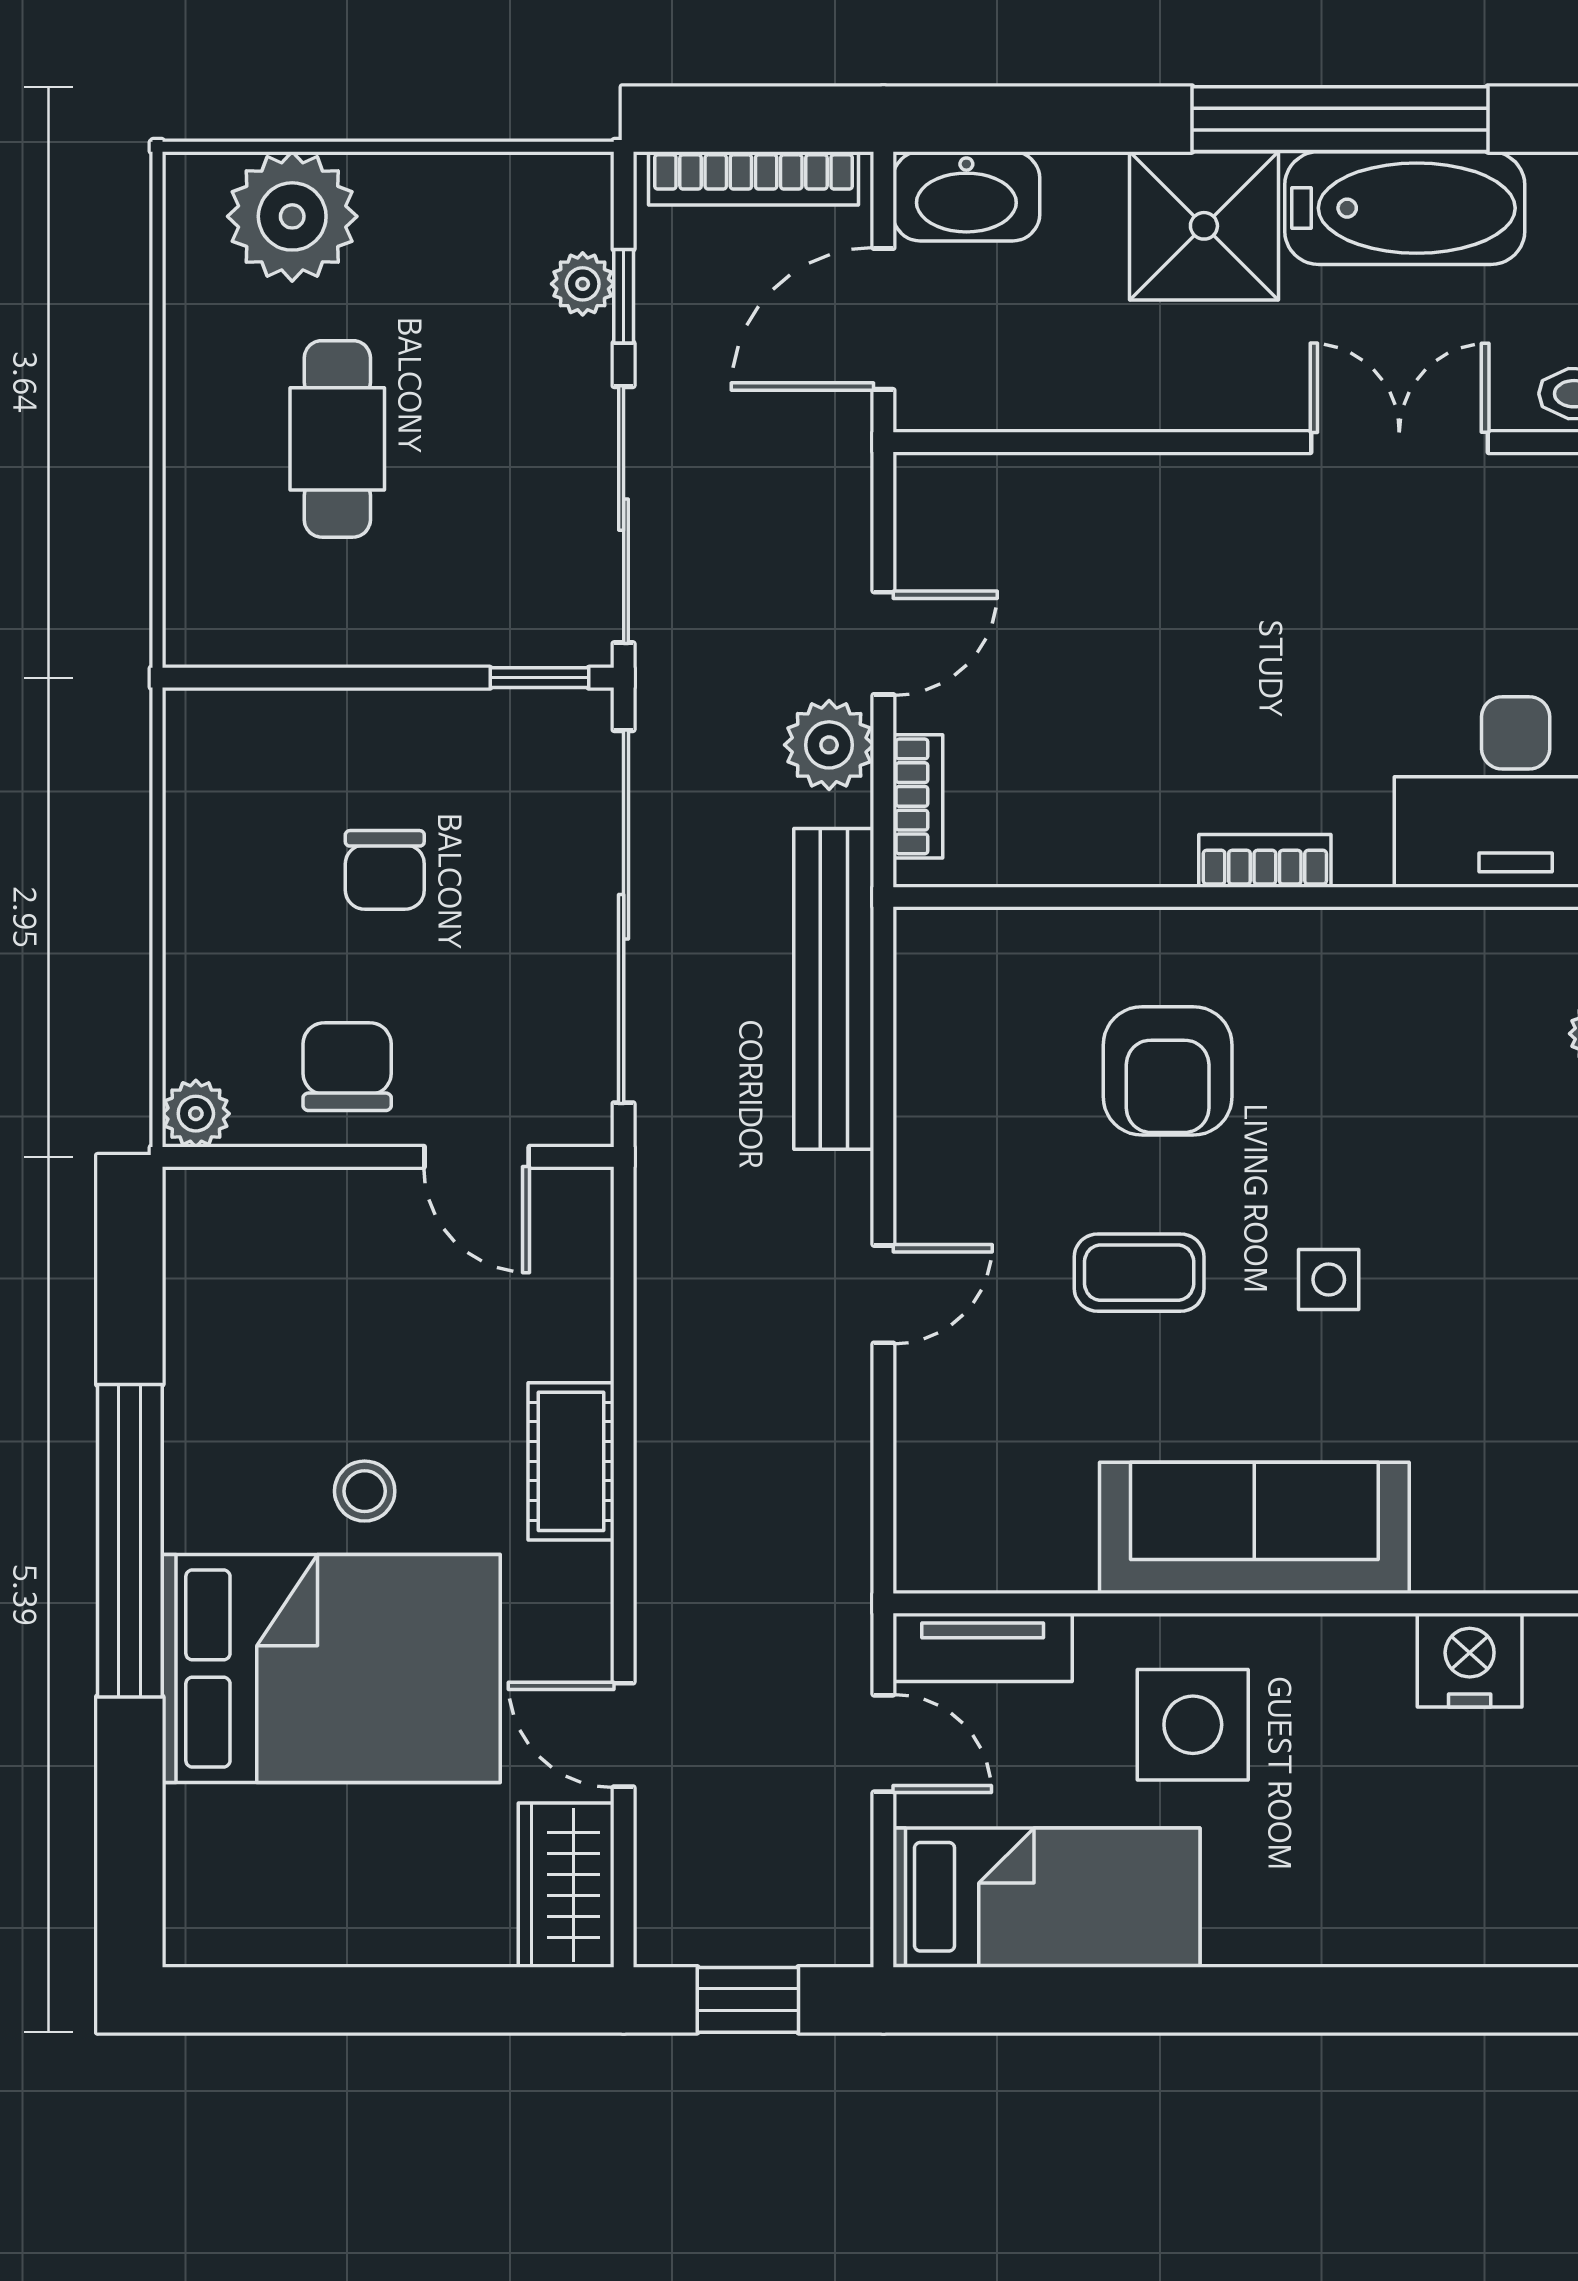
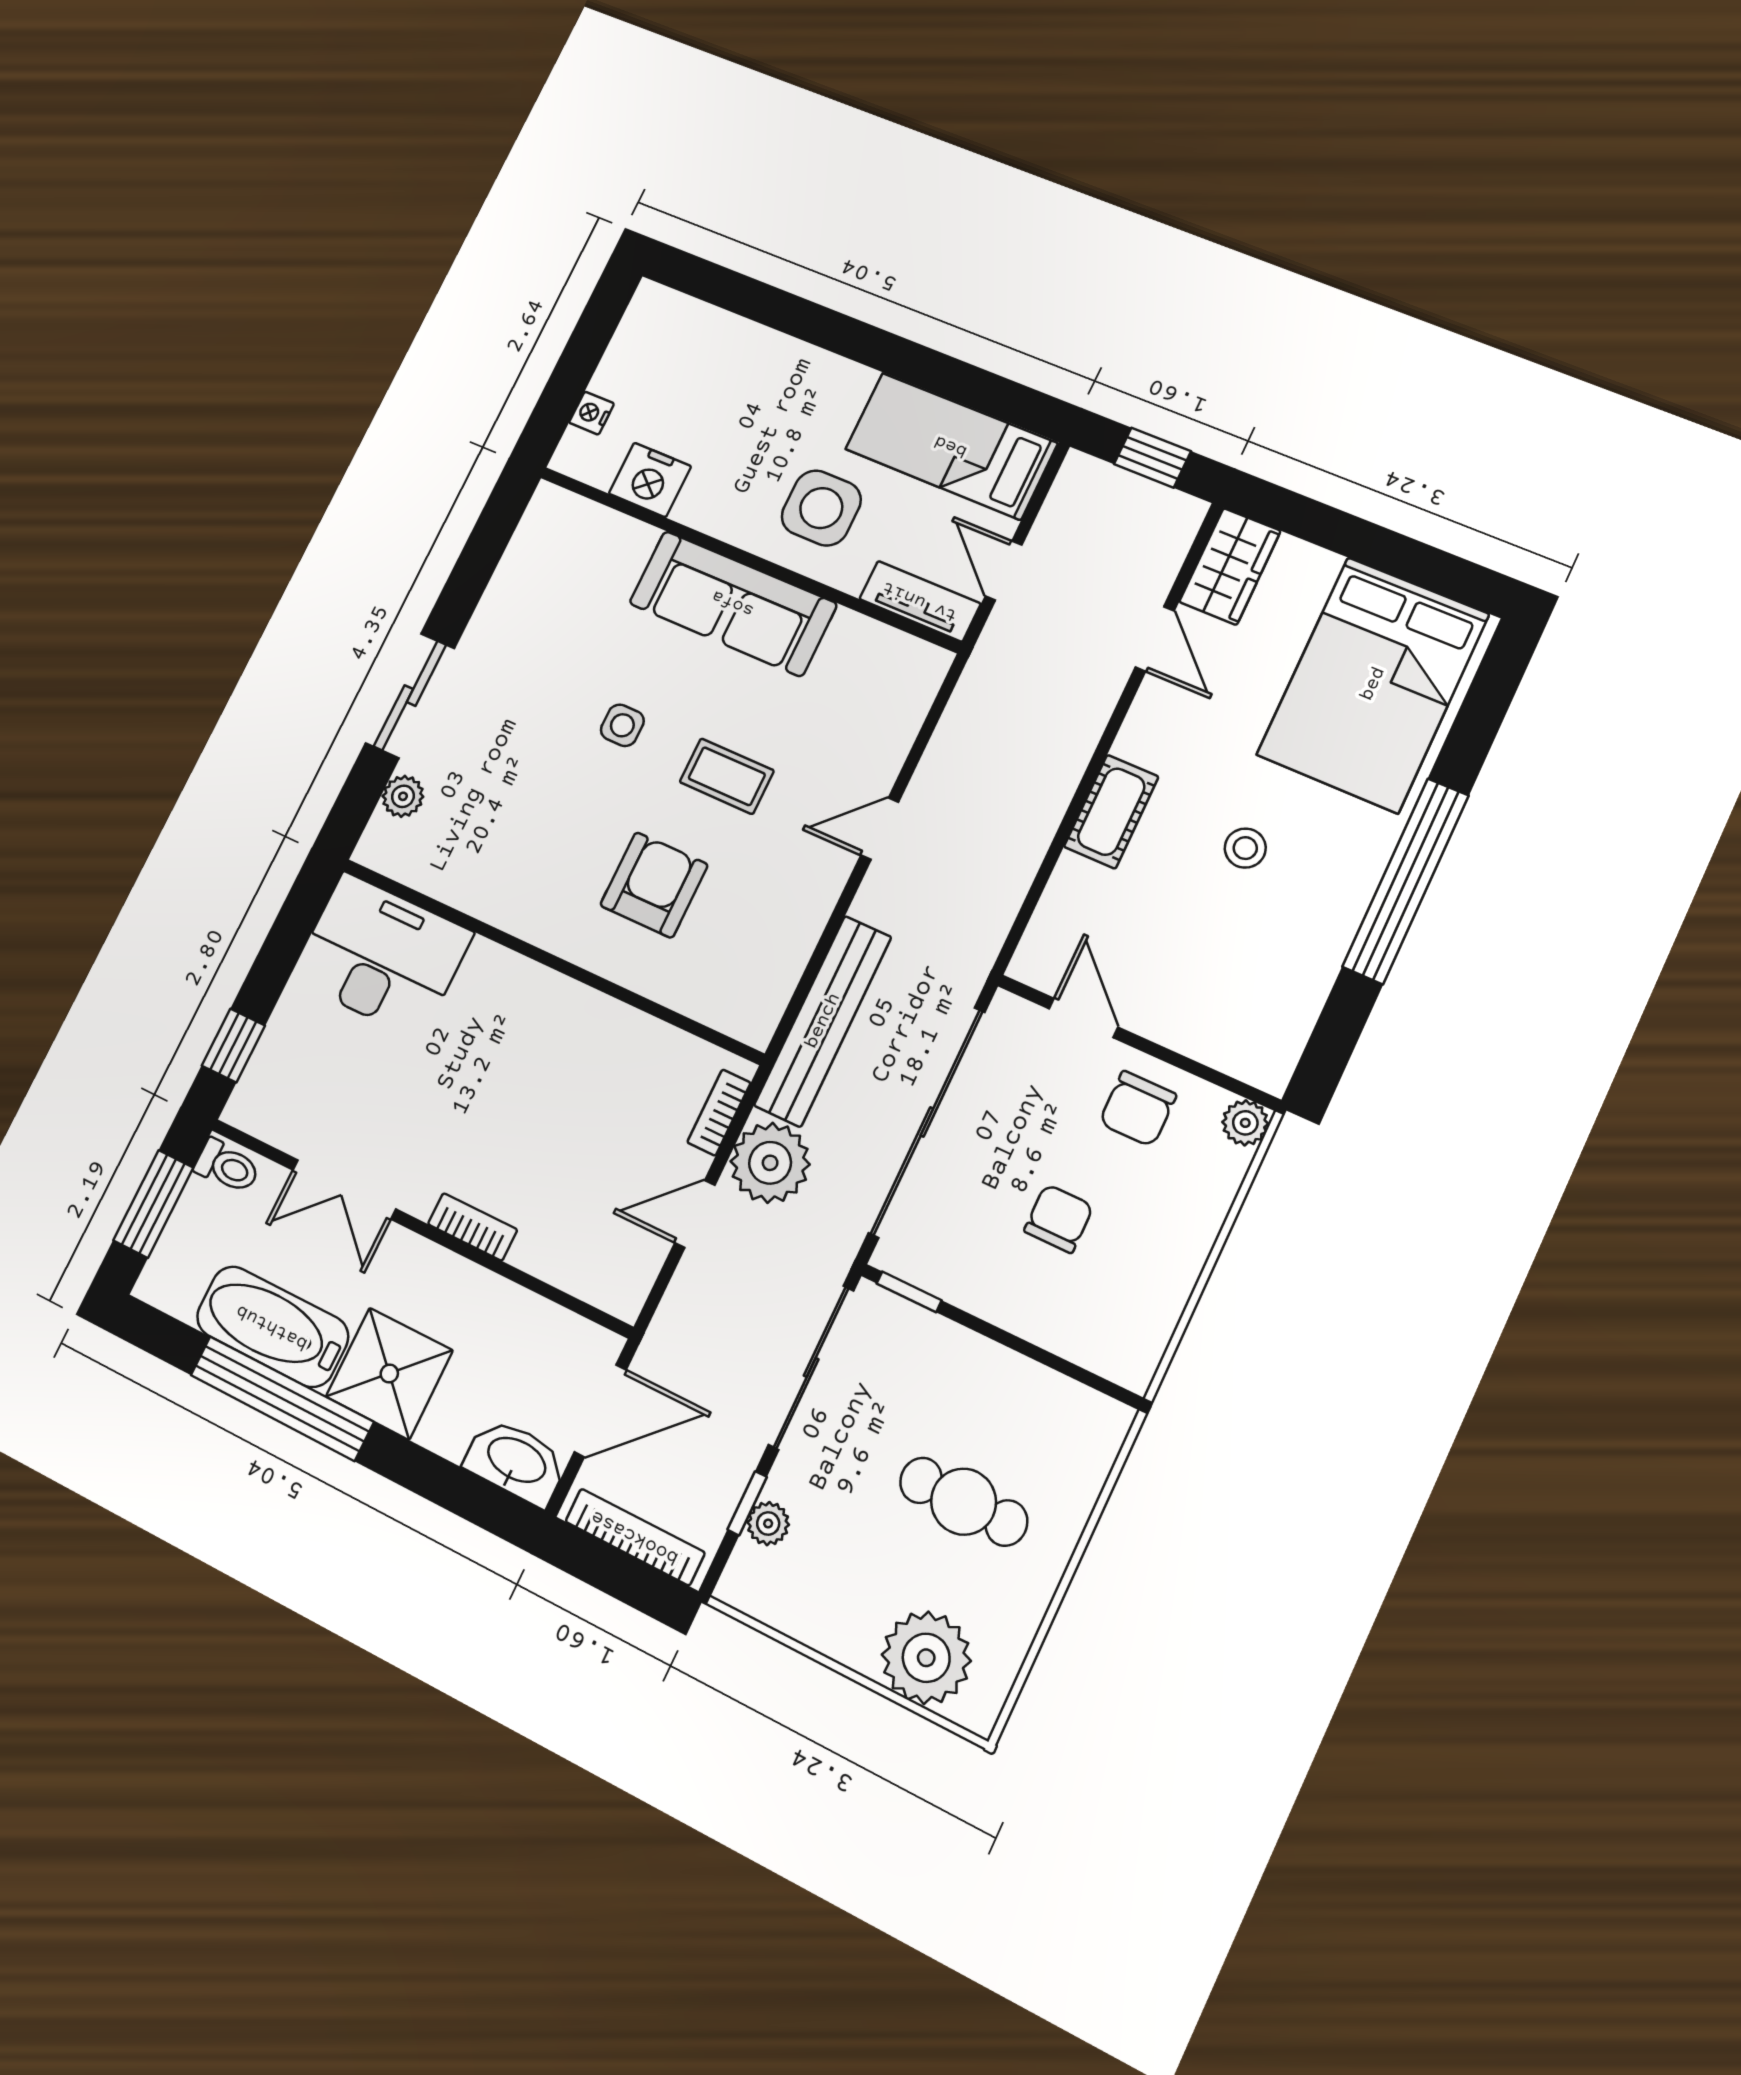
cafe table: (337, 439) -> (964, 1502), turned 90
plant: (829, 745) -> (770, 1163), width x1.36, depth x1.36
bookcase: (1265, 861) -> (473, 1227), moved, turned 180
bed: (331, 1669) -> (1373, 684), moved, turned -90

